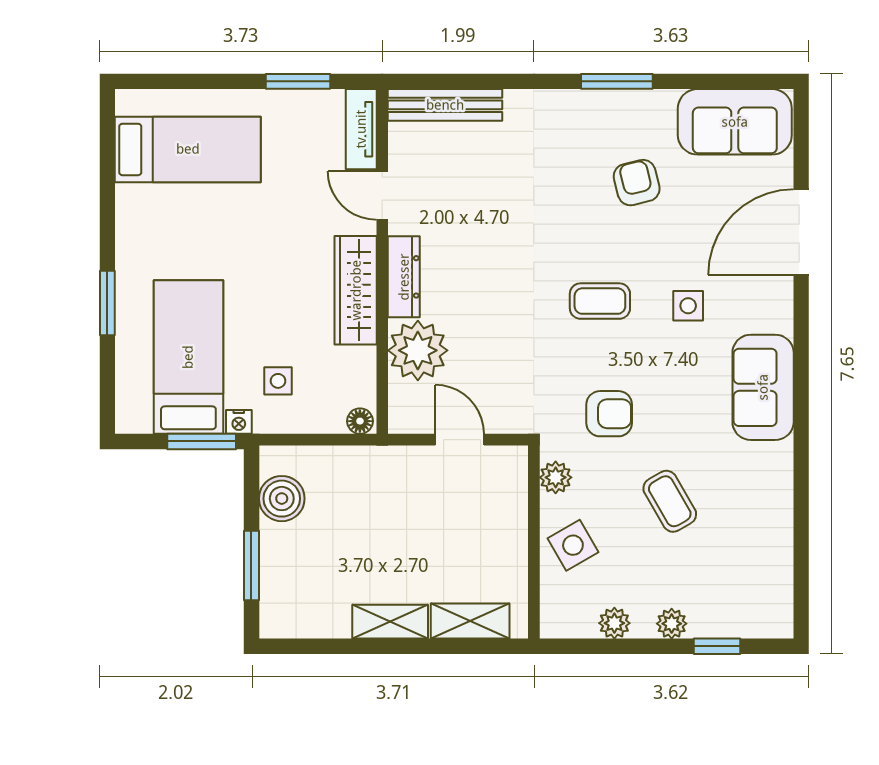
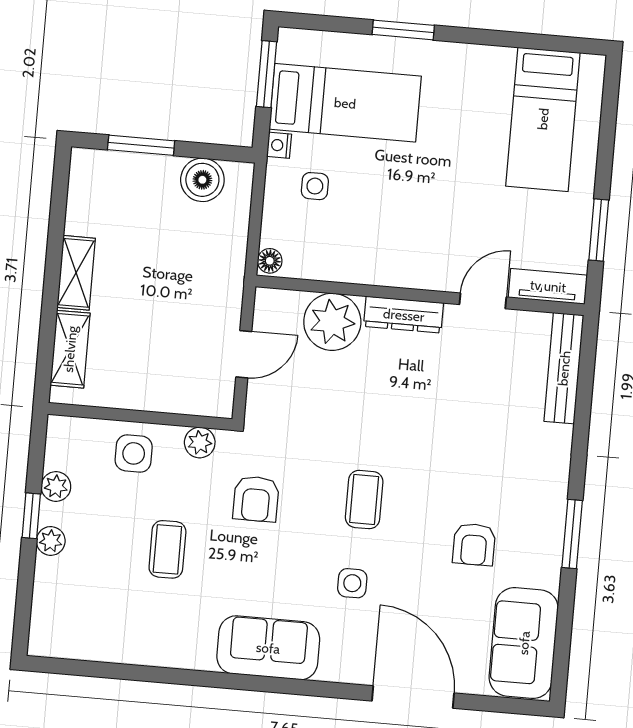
armchair: (637, 183) -> (474, 544), turned 104
wardrobe: (356, 290) -> (395, 268), removed
window: (202, 441) -> (266, 74), moved
coffee table: (670, 501) -> (167, 549), turned -60
side table: (573, 545) -> (134, 453), turned 30
window: (717, 646) -> (31, 516), moved

